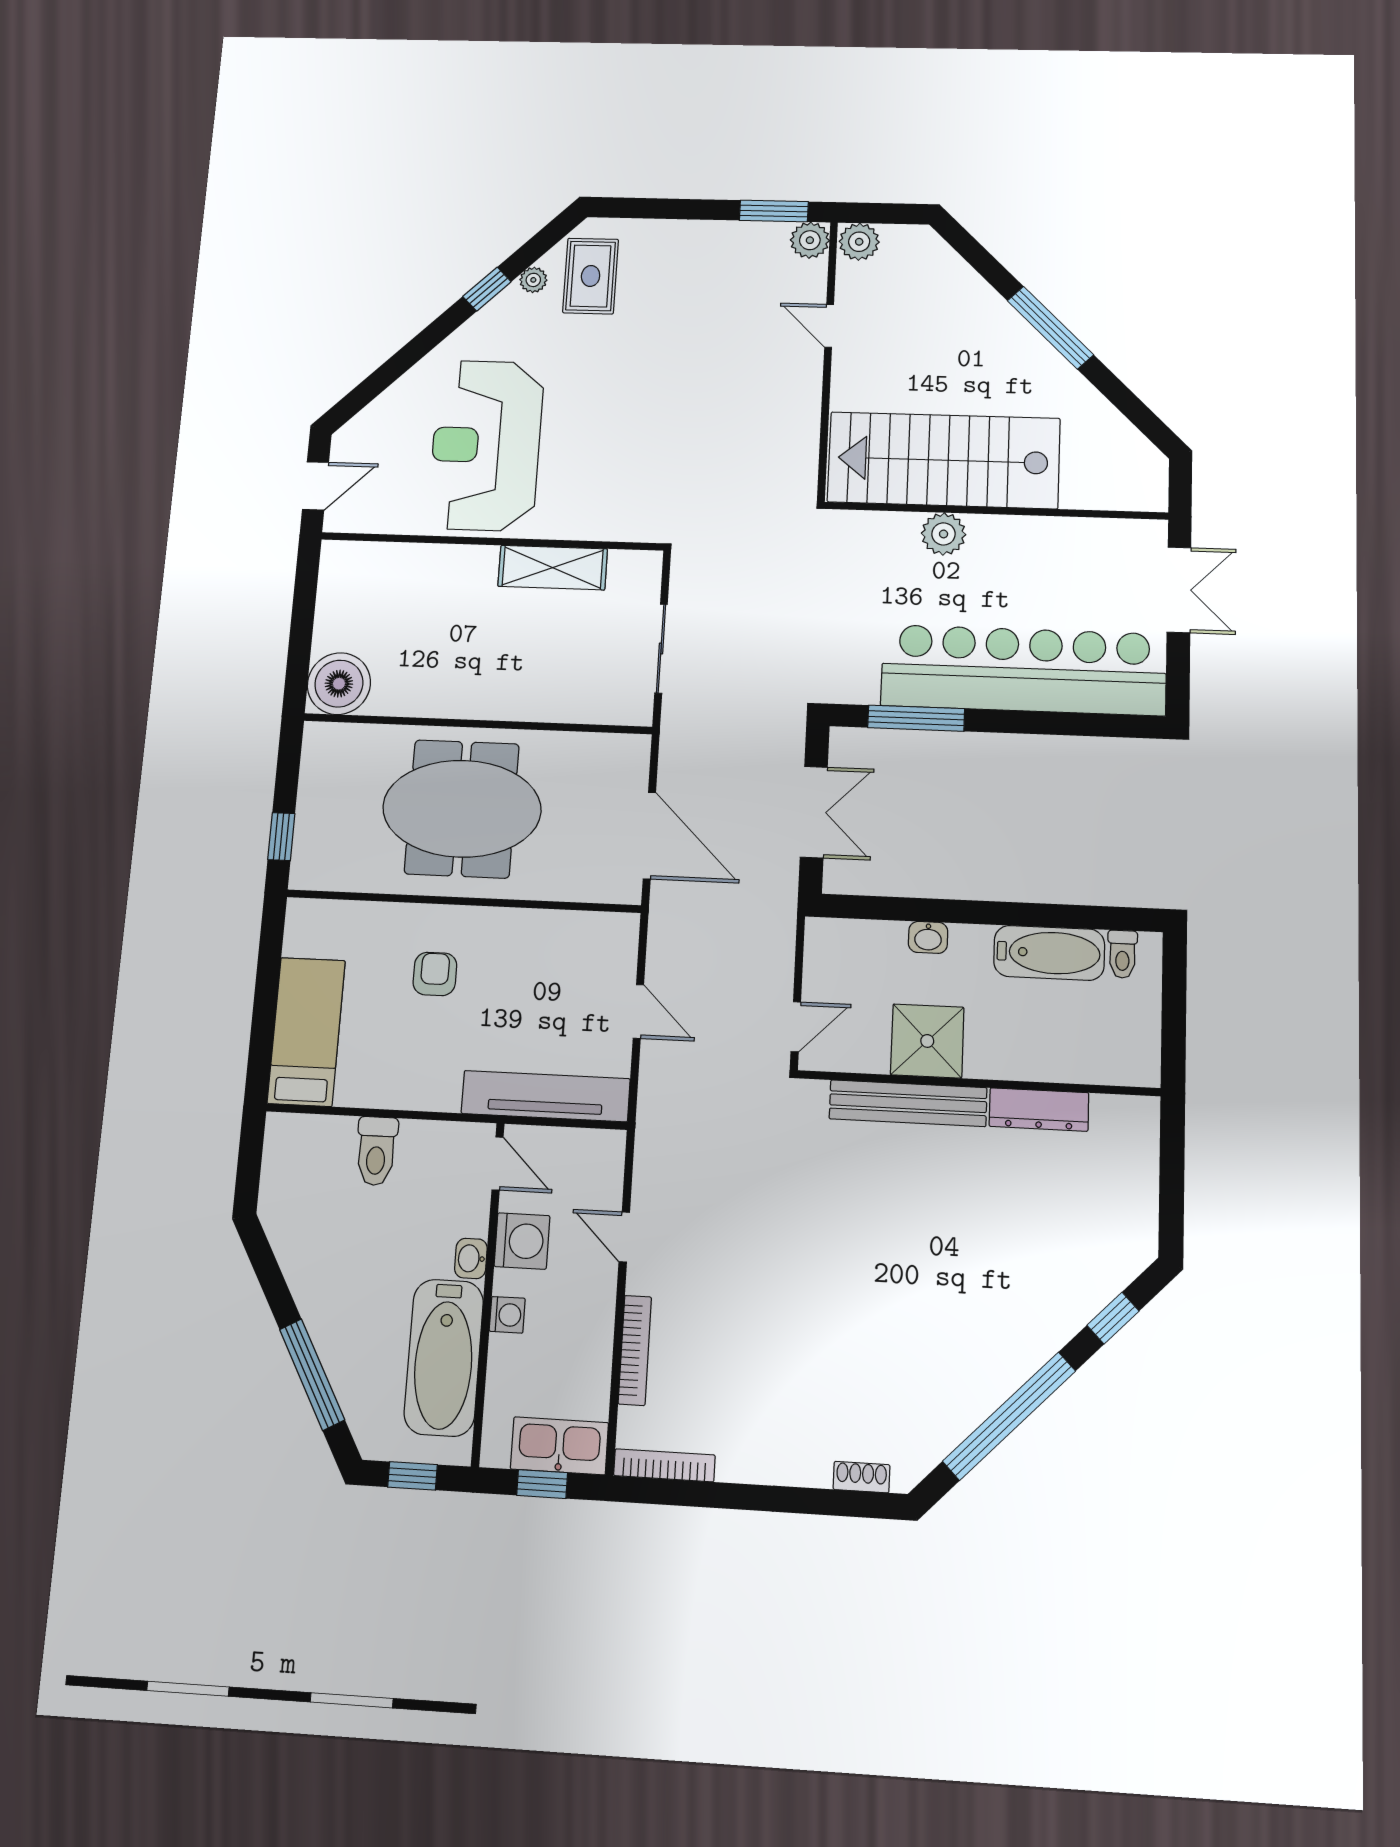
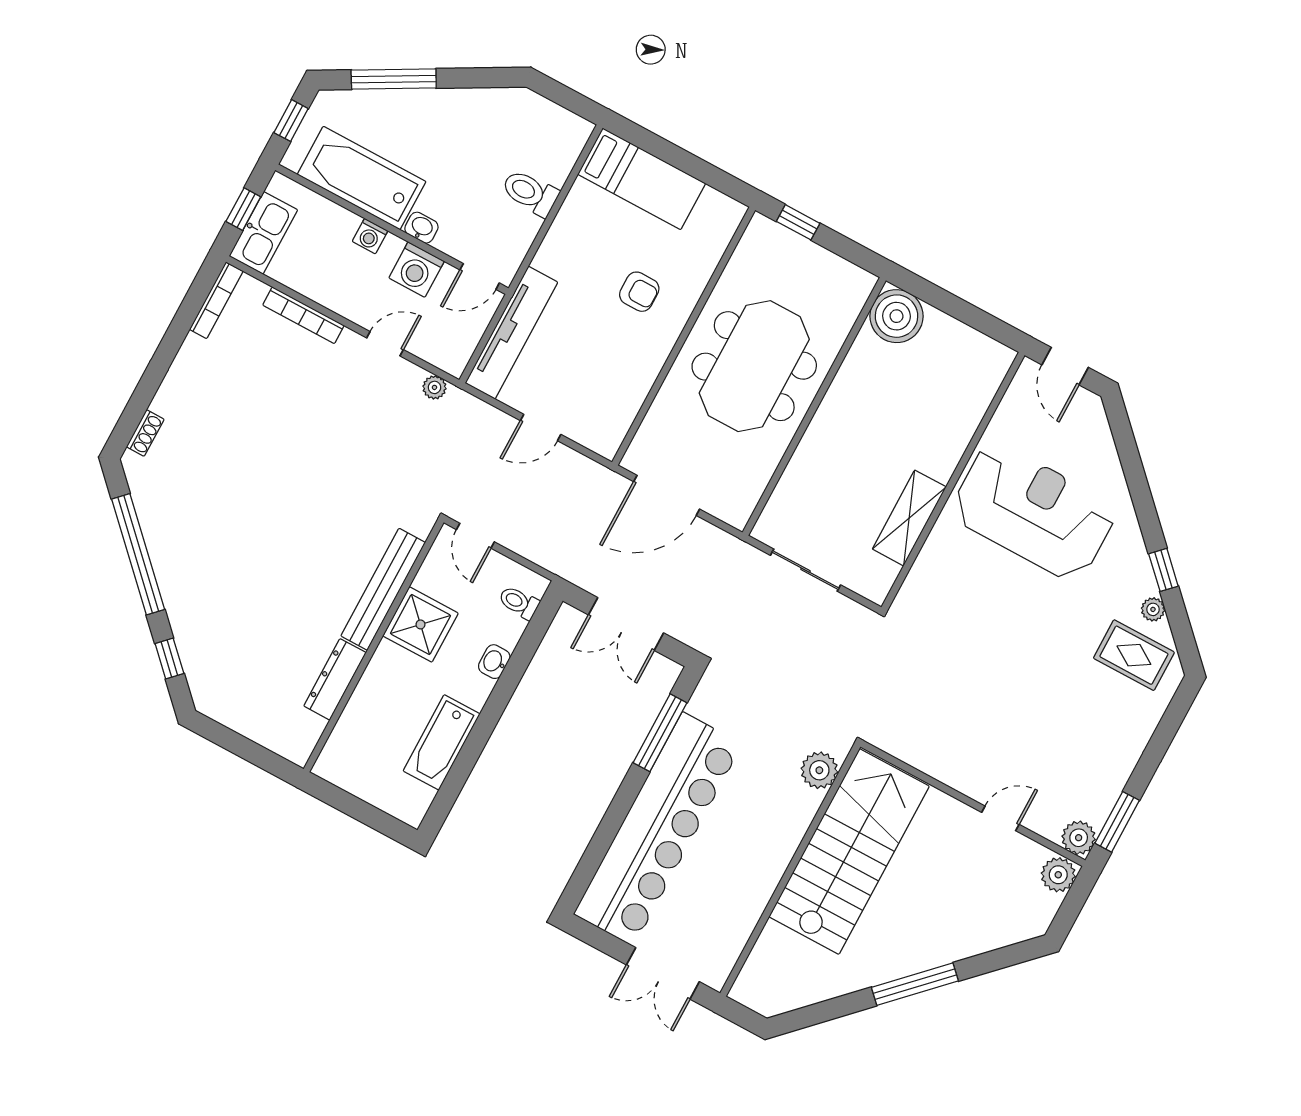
plant: (944, 534) -> (819, 770), moved
toilet: (1122, 954) -> (519, 602), moved
plant: (648, 1155) -> (434, 387), added

